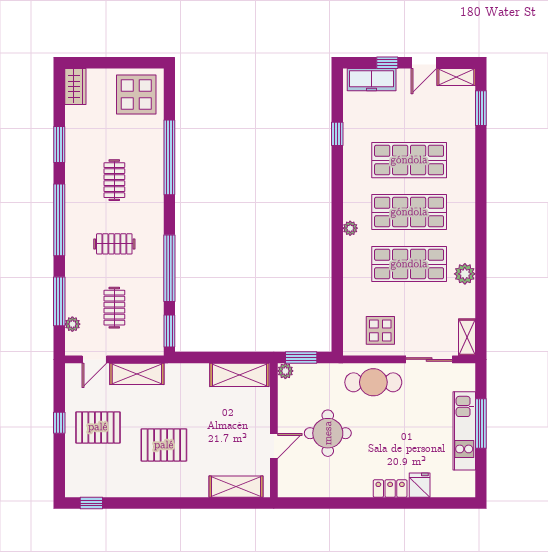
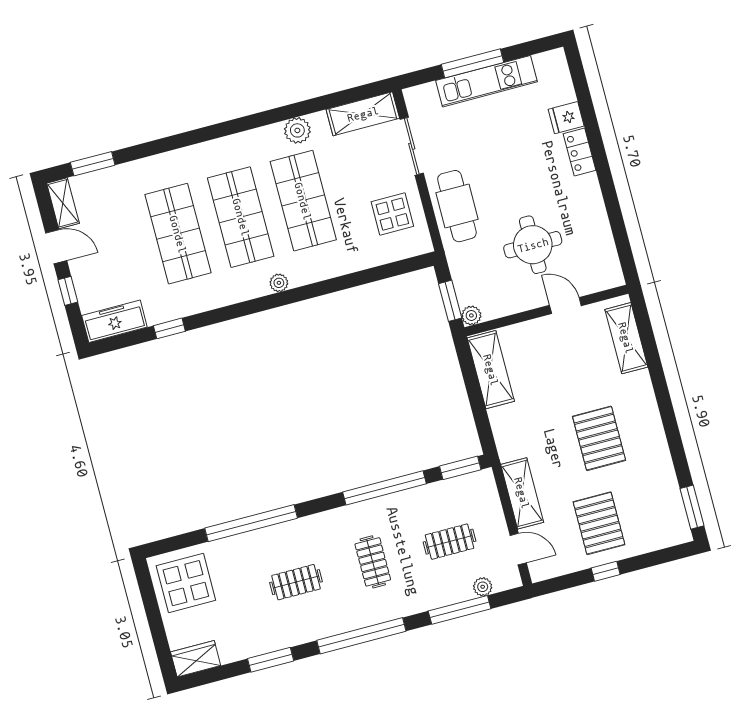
freezer: (372, 80) -> (114, 321), moved, turned -90
shelving: (467, 337) -> (363, 114), width x1.50, depth x1.33
window: (91, 503) -> (692, 507), width x1.50

